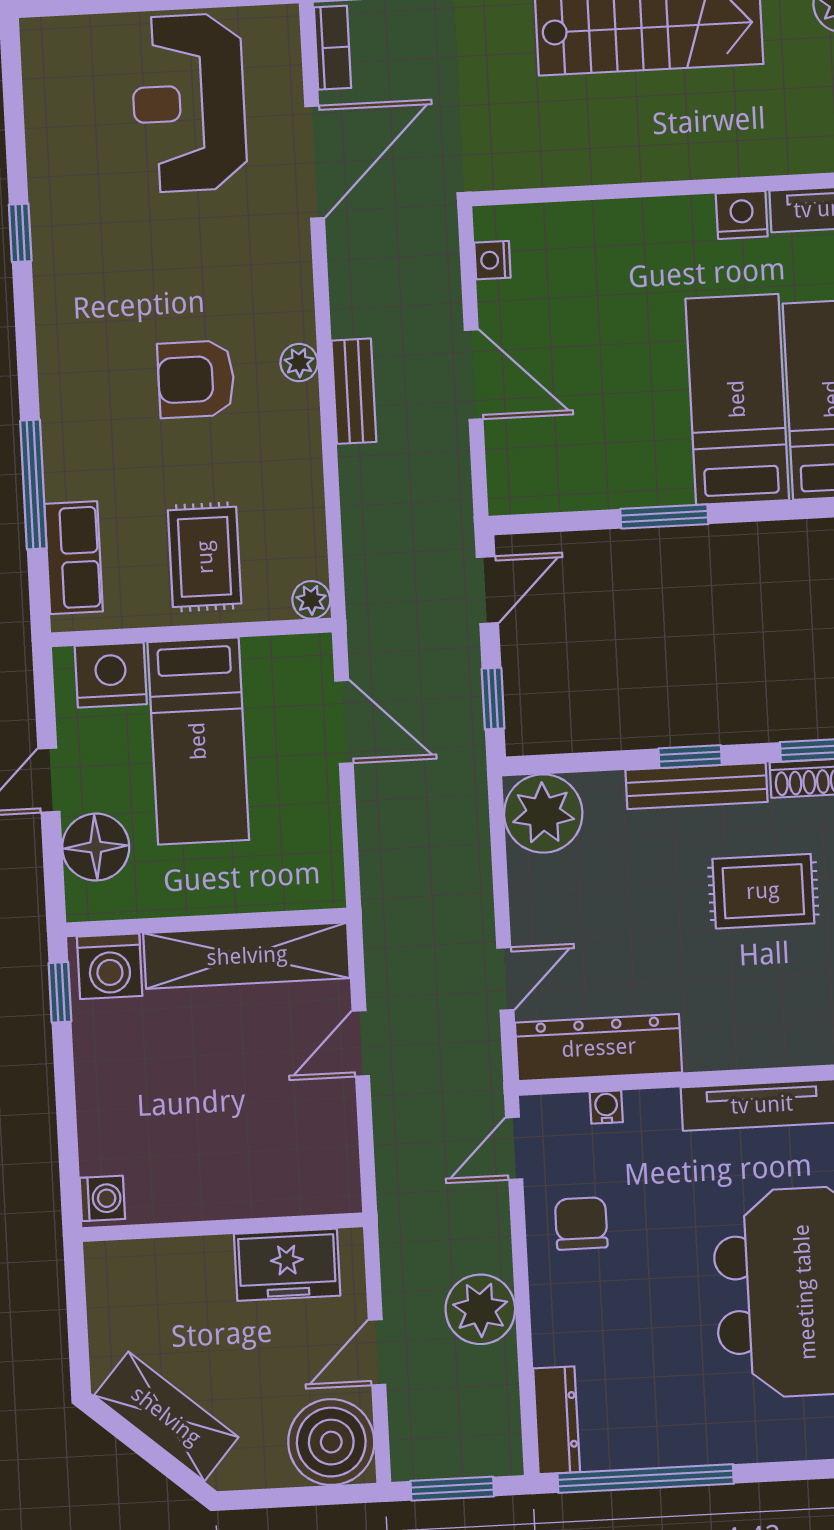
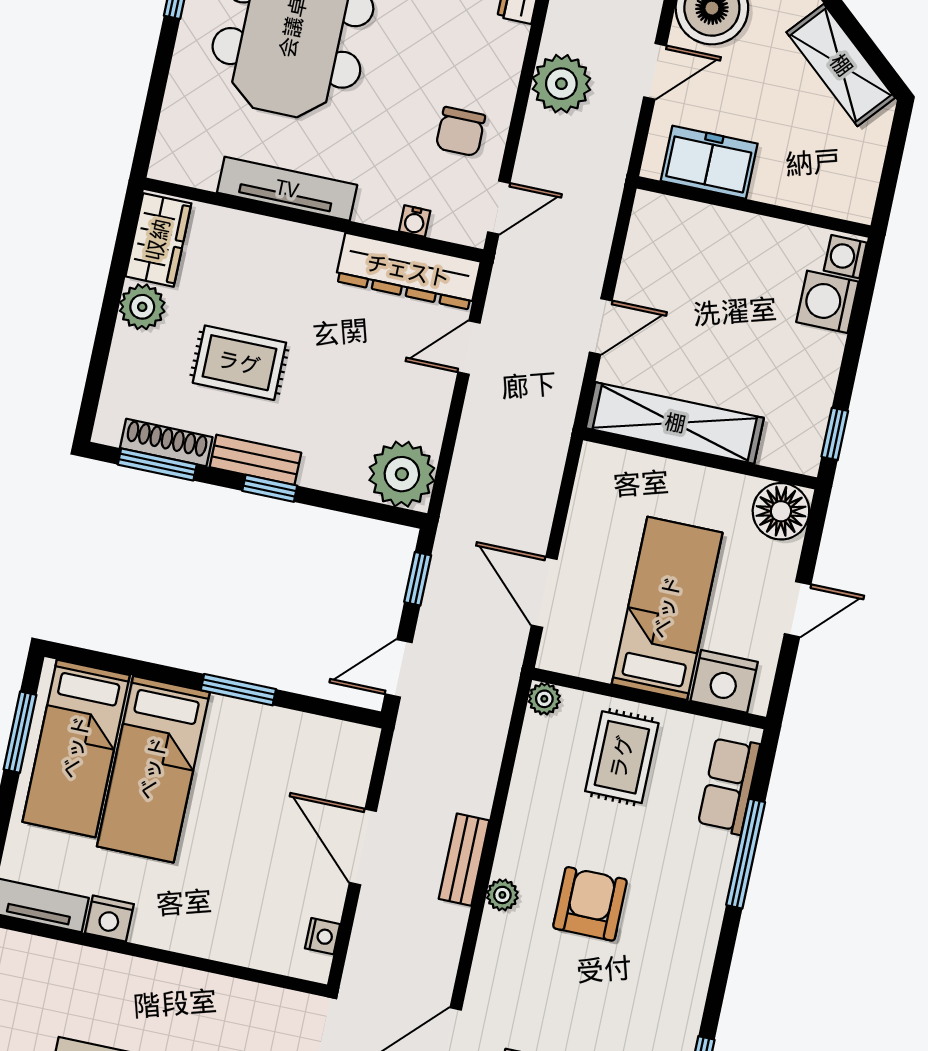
armchair: (196, 379) -> (590, 904), turned -90
bench: (697, 786) -> (255, 460), width x0.73
floor lamp: (96, 847) -> (781, 511), moved
washing machine: (110, 966) -> (827, 302), moved, turned -90

